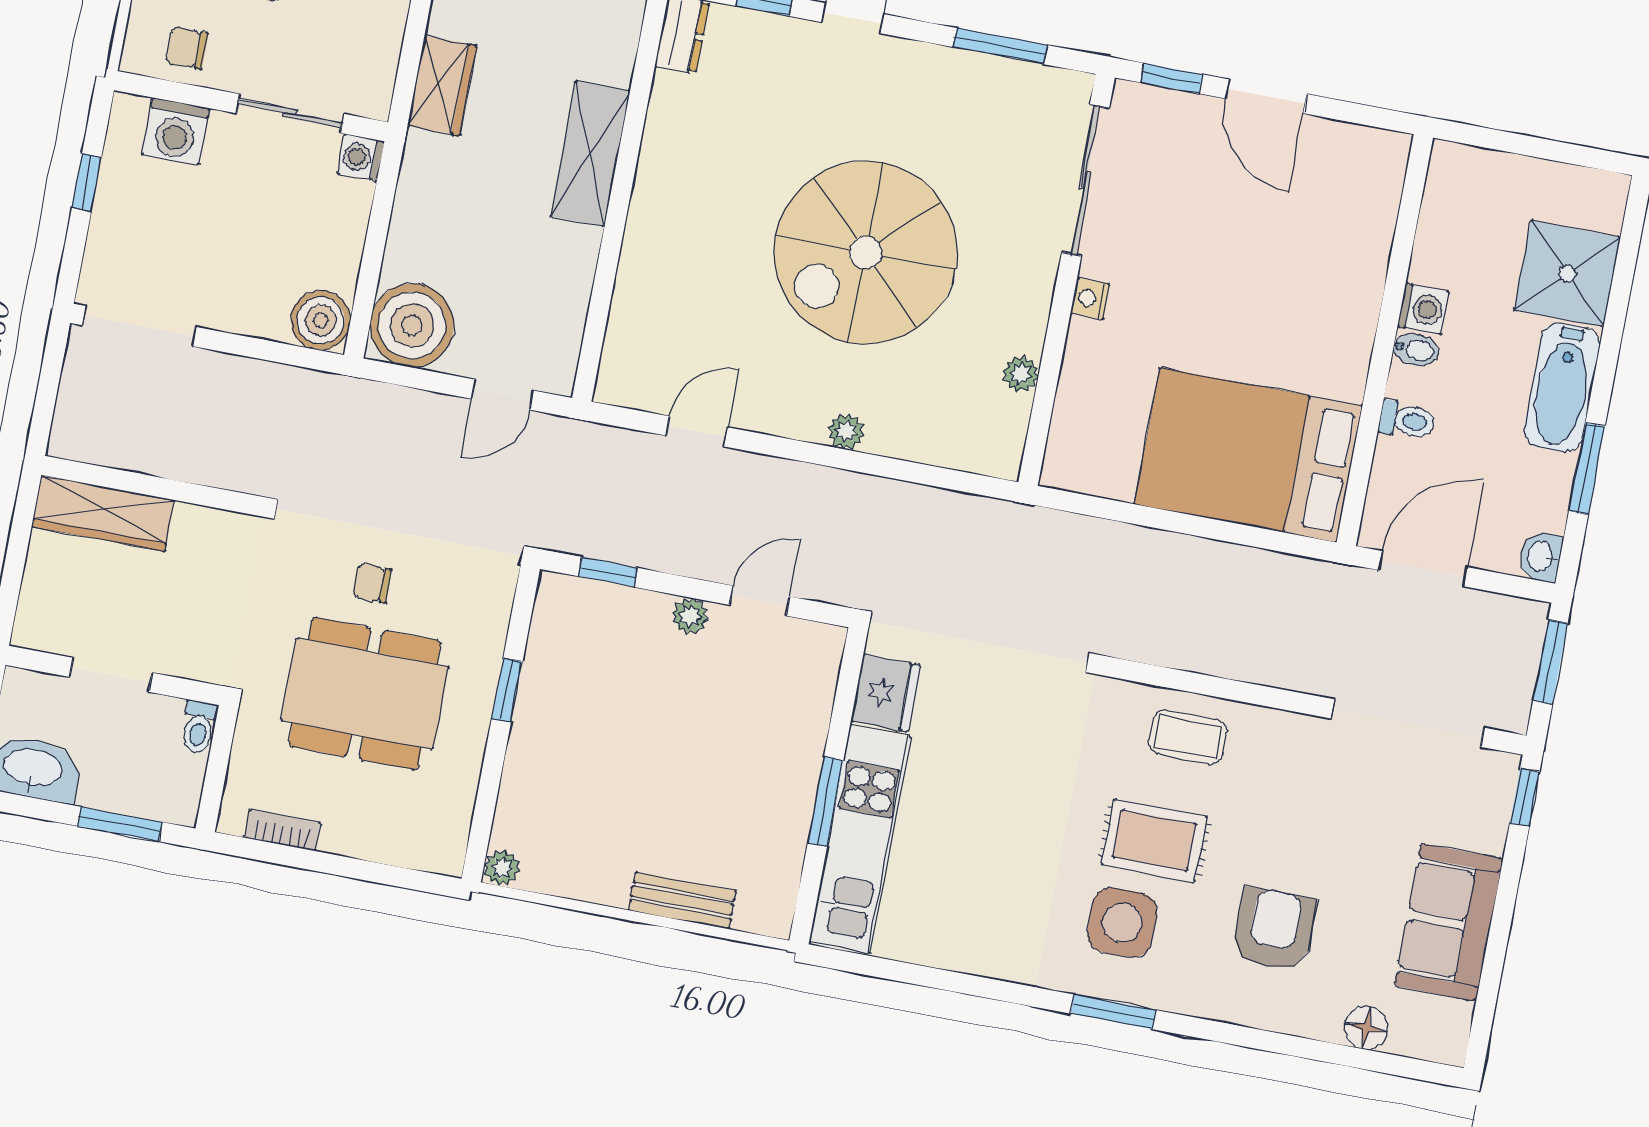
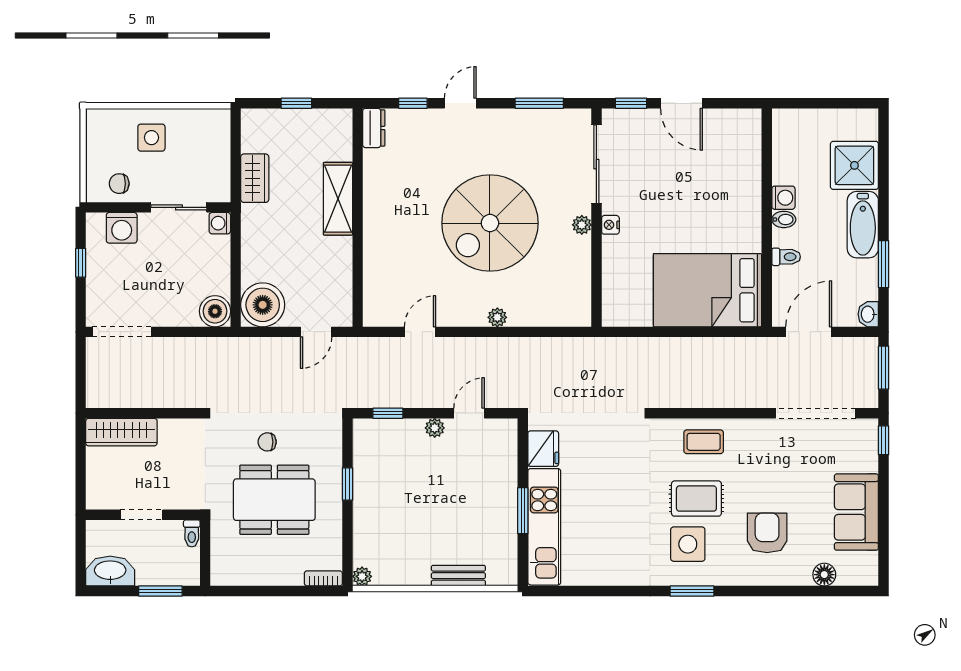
plant: (1021, 374) -> (582, 225), moved
bookcase: (282, 830) -> (323, 578), moved

